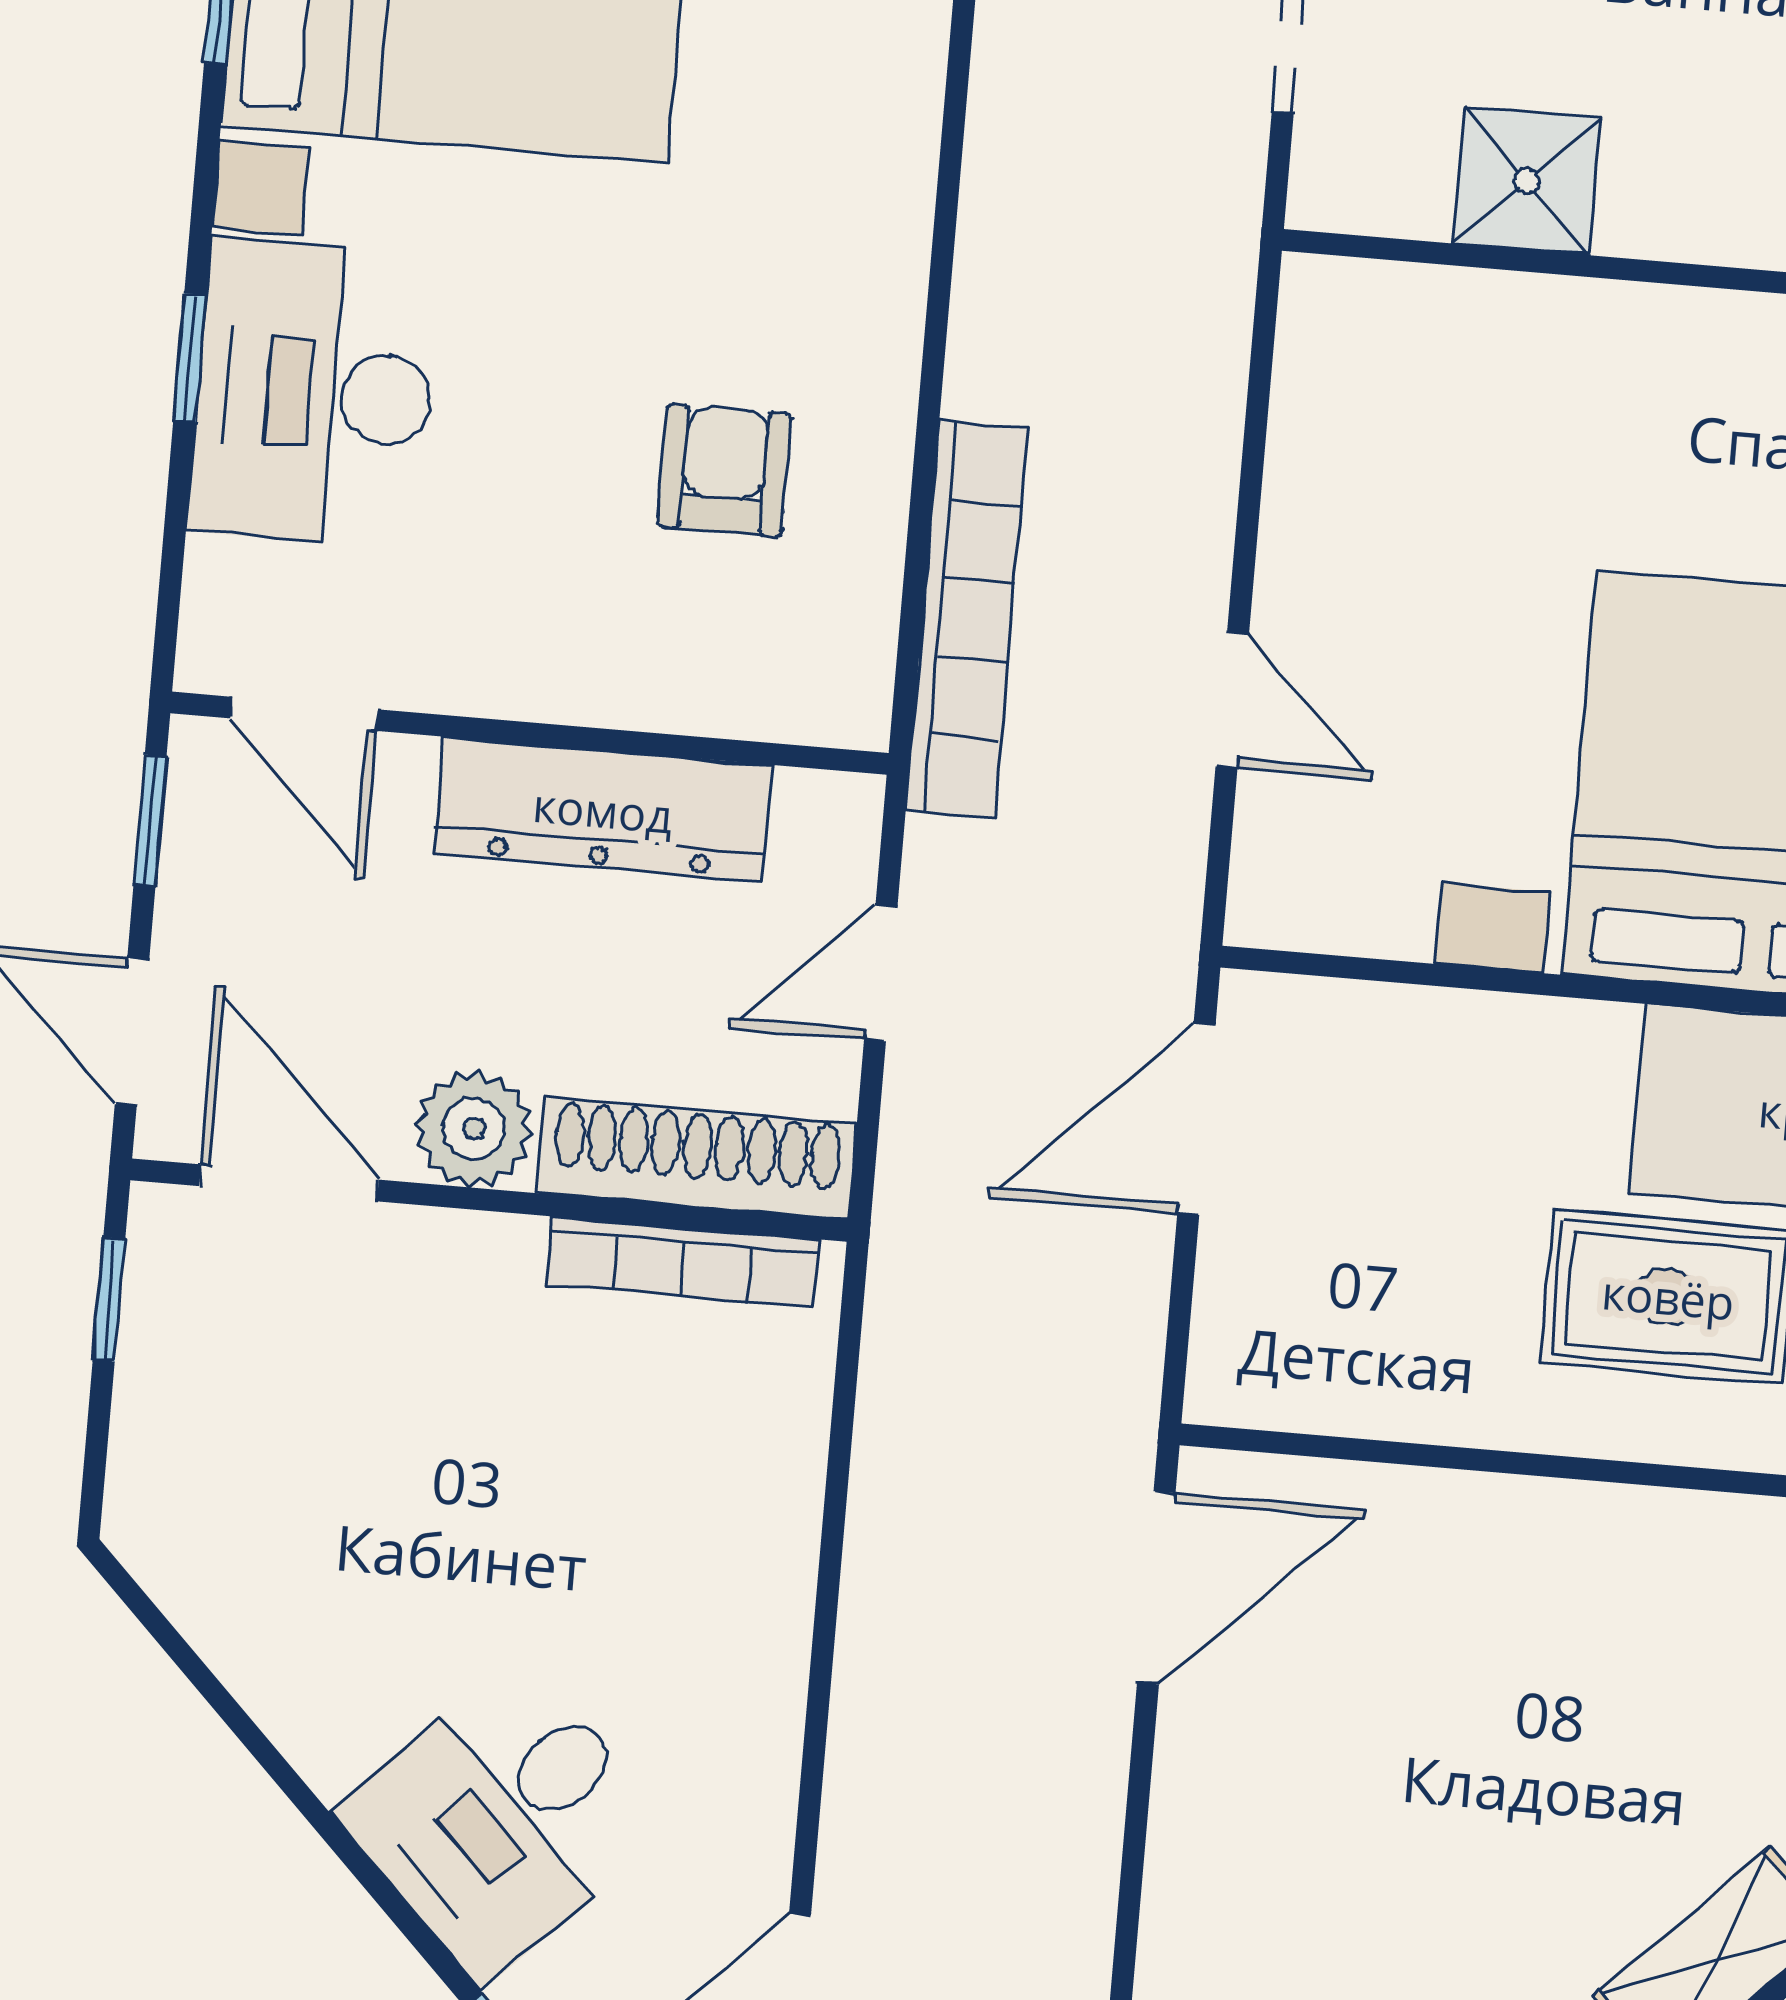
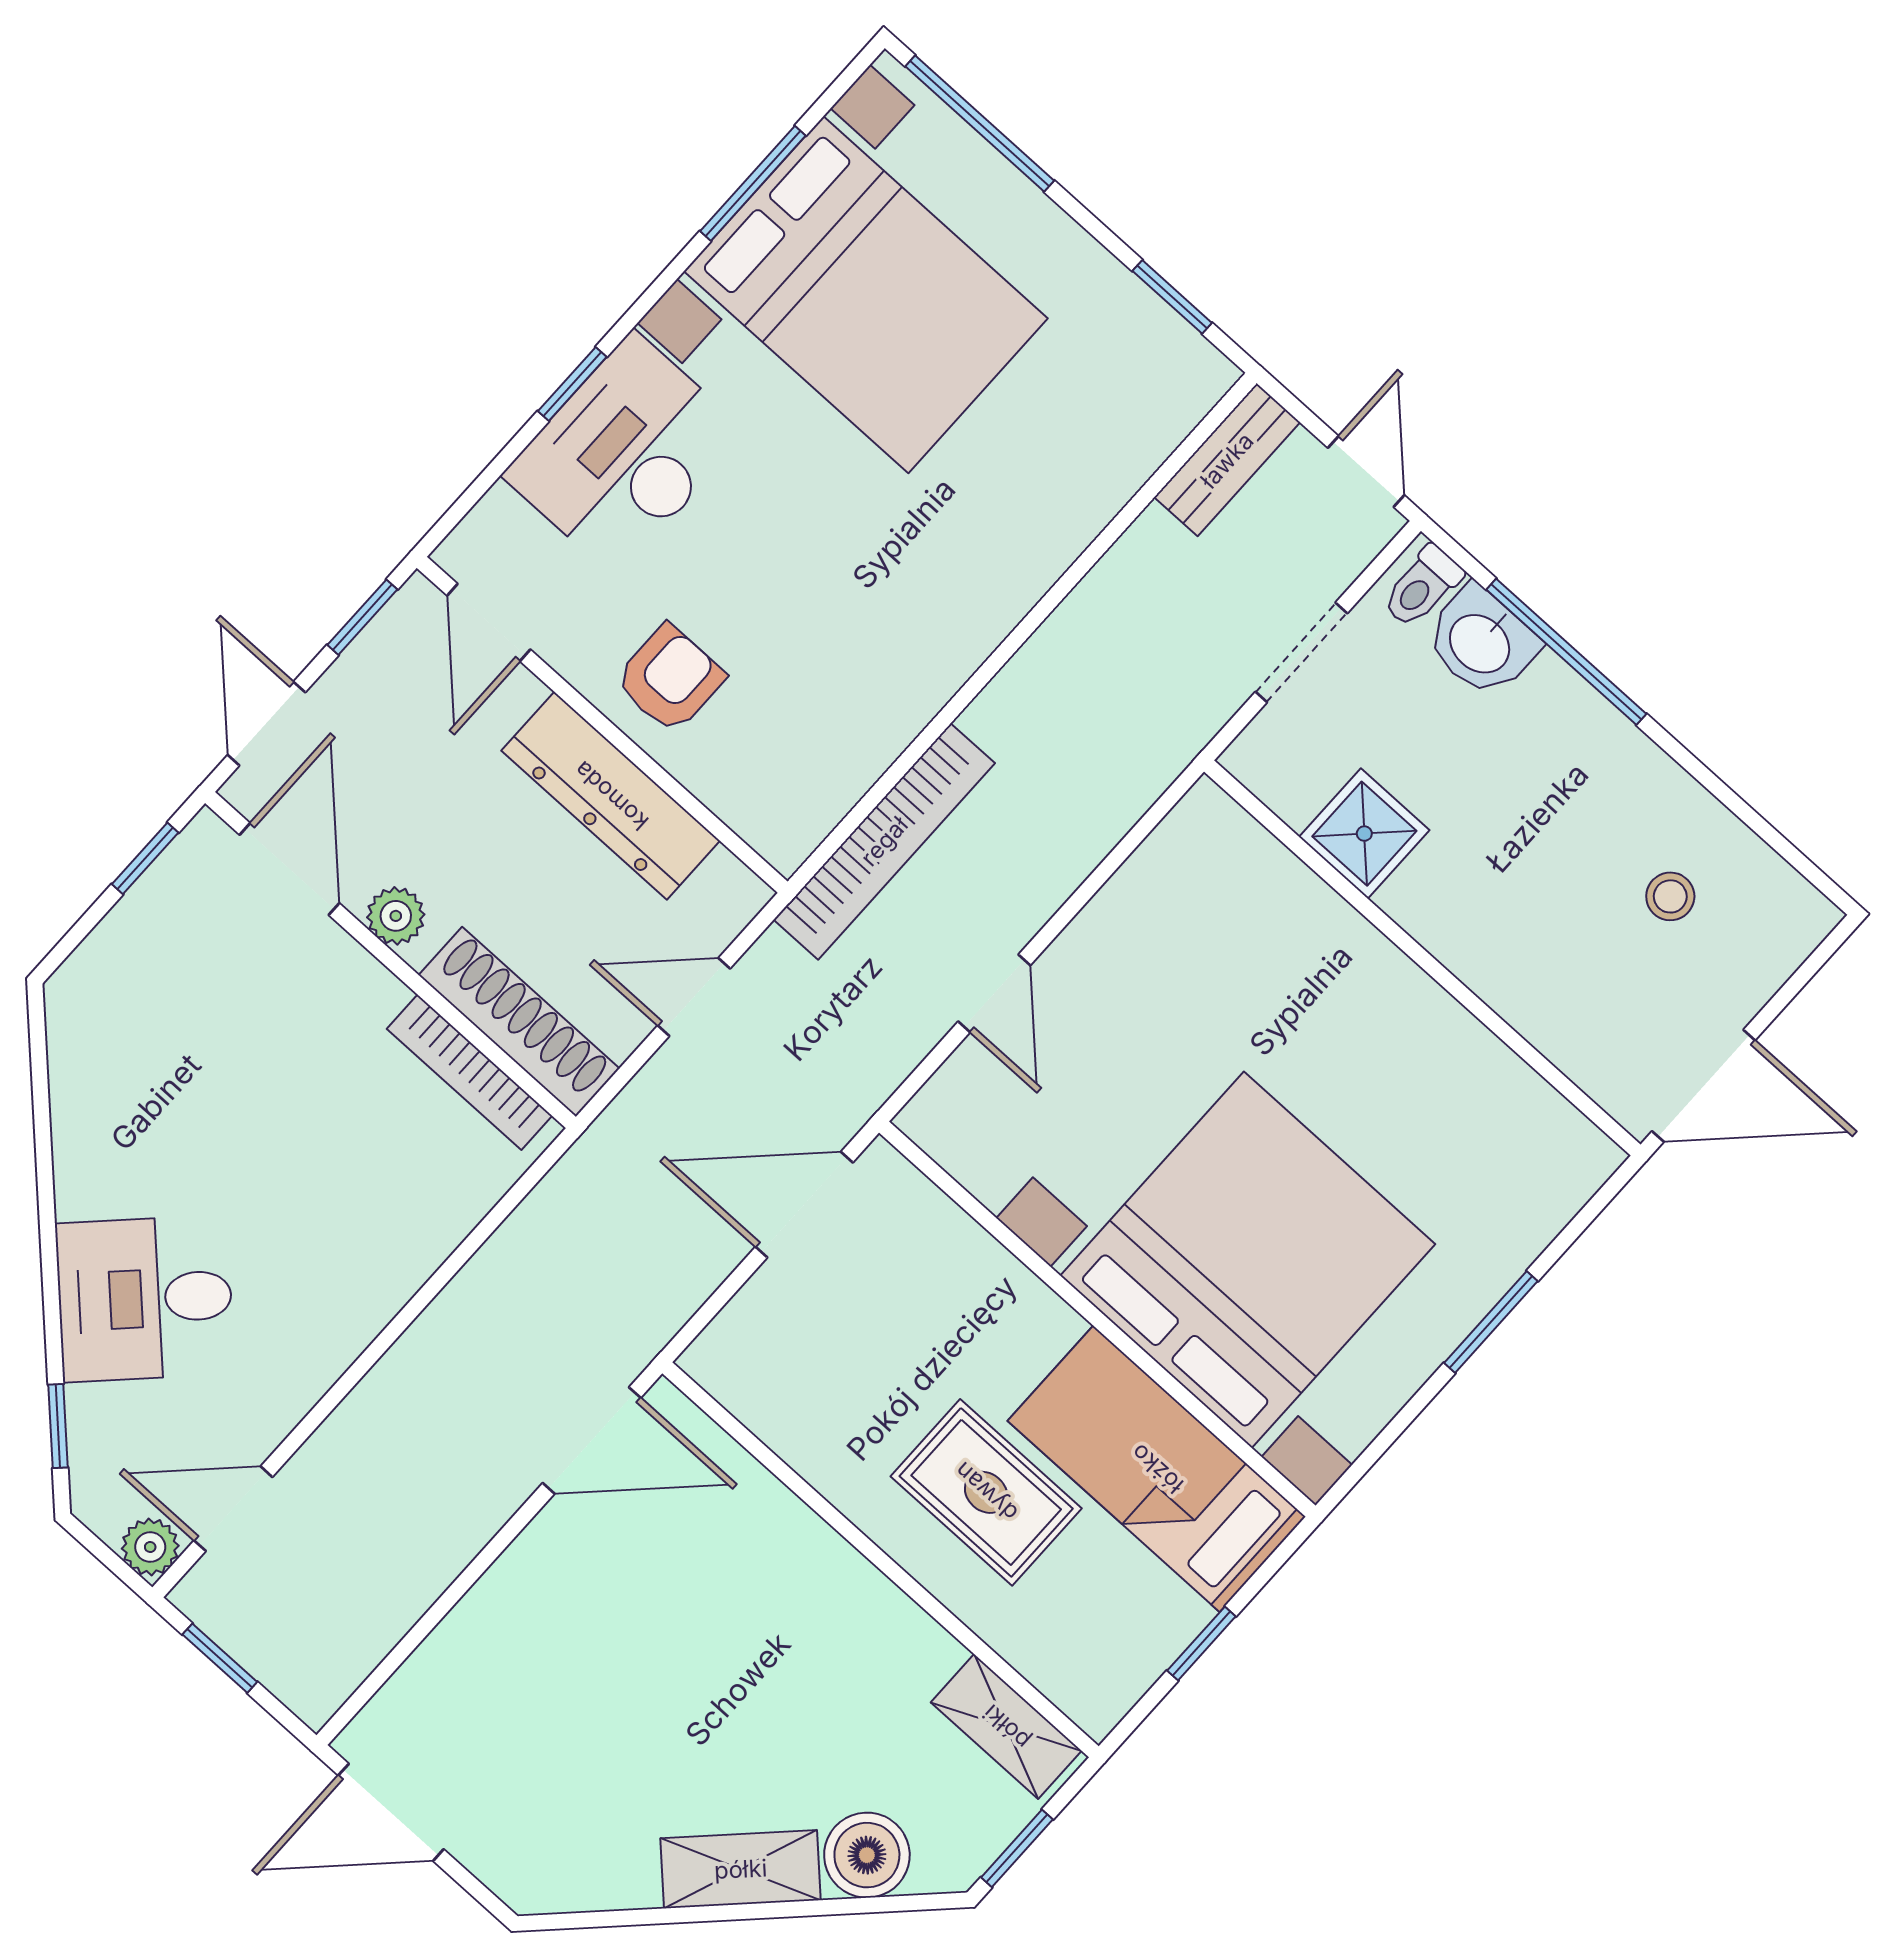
armchair: (724, 470) -> (670, 679), moved
plant: (474, 1129) -> (396, 916), width x0.73, depth x0.73

